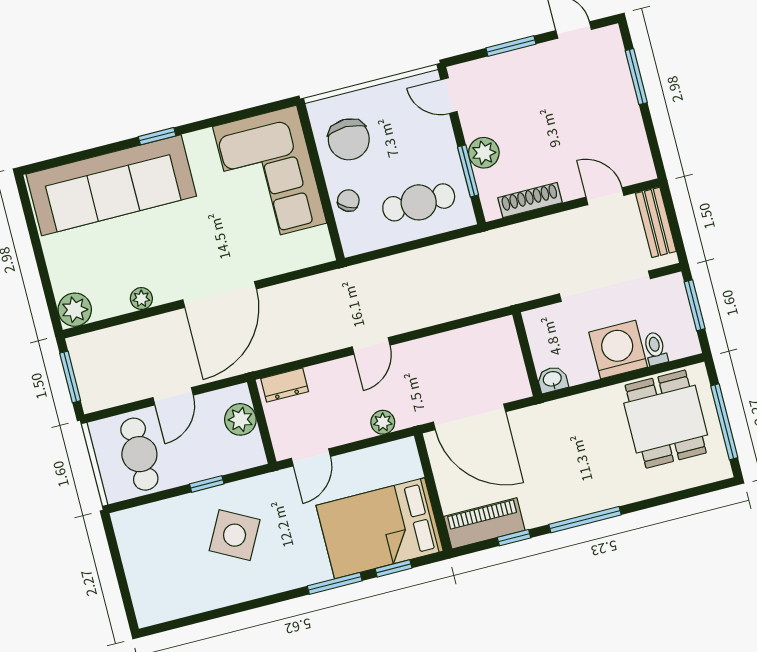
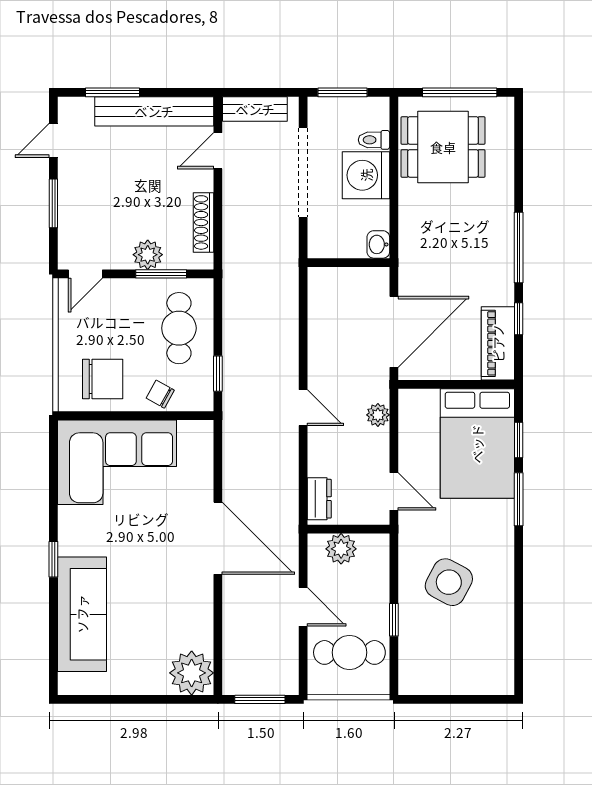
bench: (628, 123) -> (154, 111), added
sofa: (111, 185) -> (82, 614), width x0.74, depth x0.79
window: (383, 253) -> (218, 374), added
plant: (141, 299) -> (203, 613), removed
plant: (75, 310) -> (192, 673), width x1.36, depth x1.36
window: (207, 484) -> (394, 620), moved

